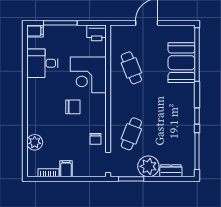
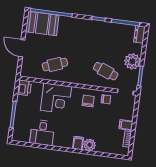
filing cabinet: (35, 31) -> (78, 143), moved
booth: (182, 63) -> (42, 24), moved
chair: (73, 107) -> (88, 101), moved
plant: (35, 142) -> (90, 145), moved
dresser: (171, 171) -> (139, 34), moved

